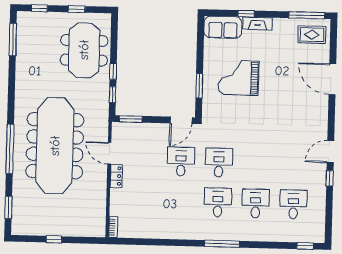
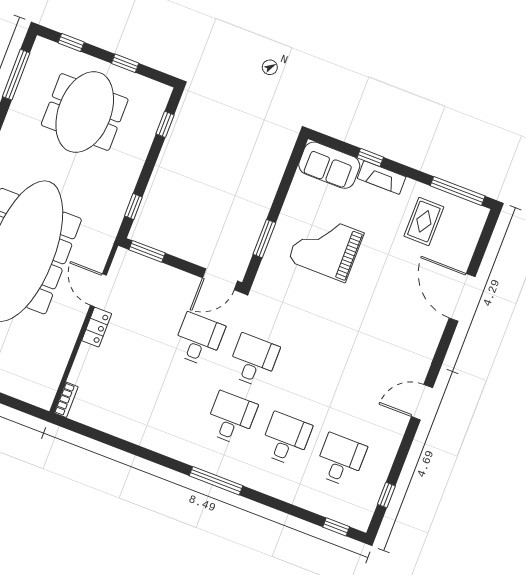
rug: (312, 35) -> (424, 221), moved, turned 90
meeting table: (84, 50) -> (85, 112), moved
window: (113, 71) -> (165, 124), moved
window: (330, 178) -> (386, 495), moved

